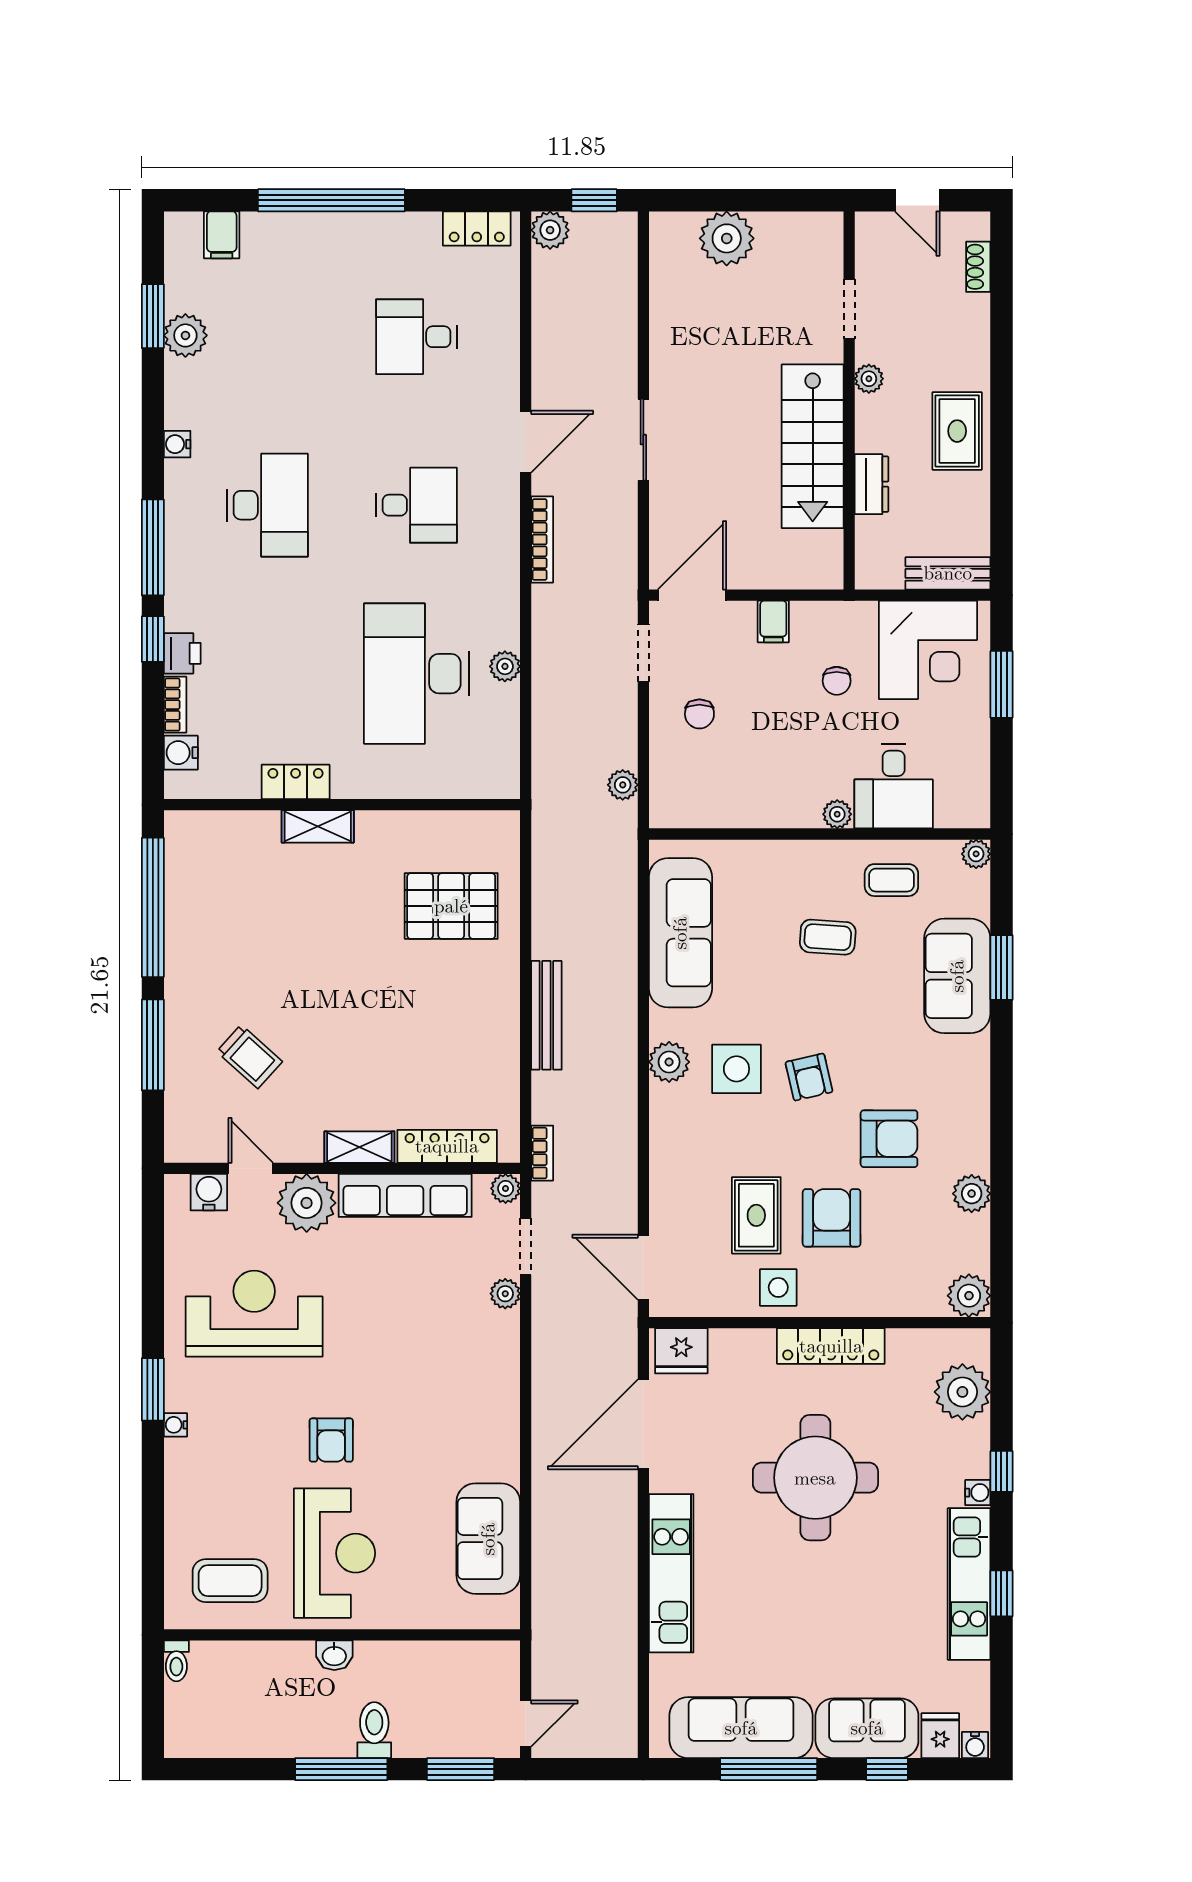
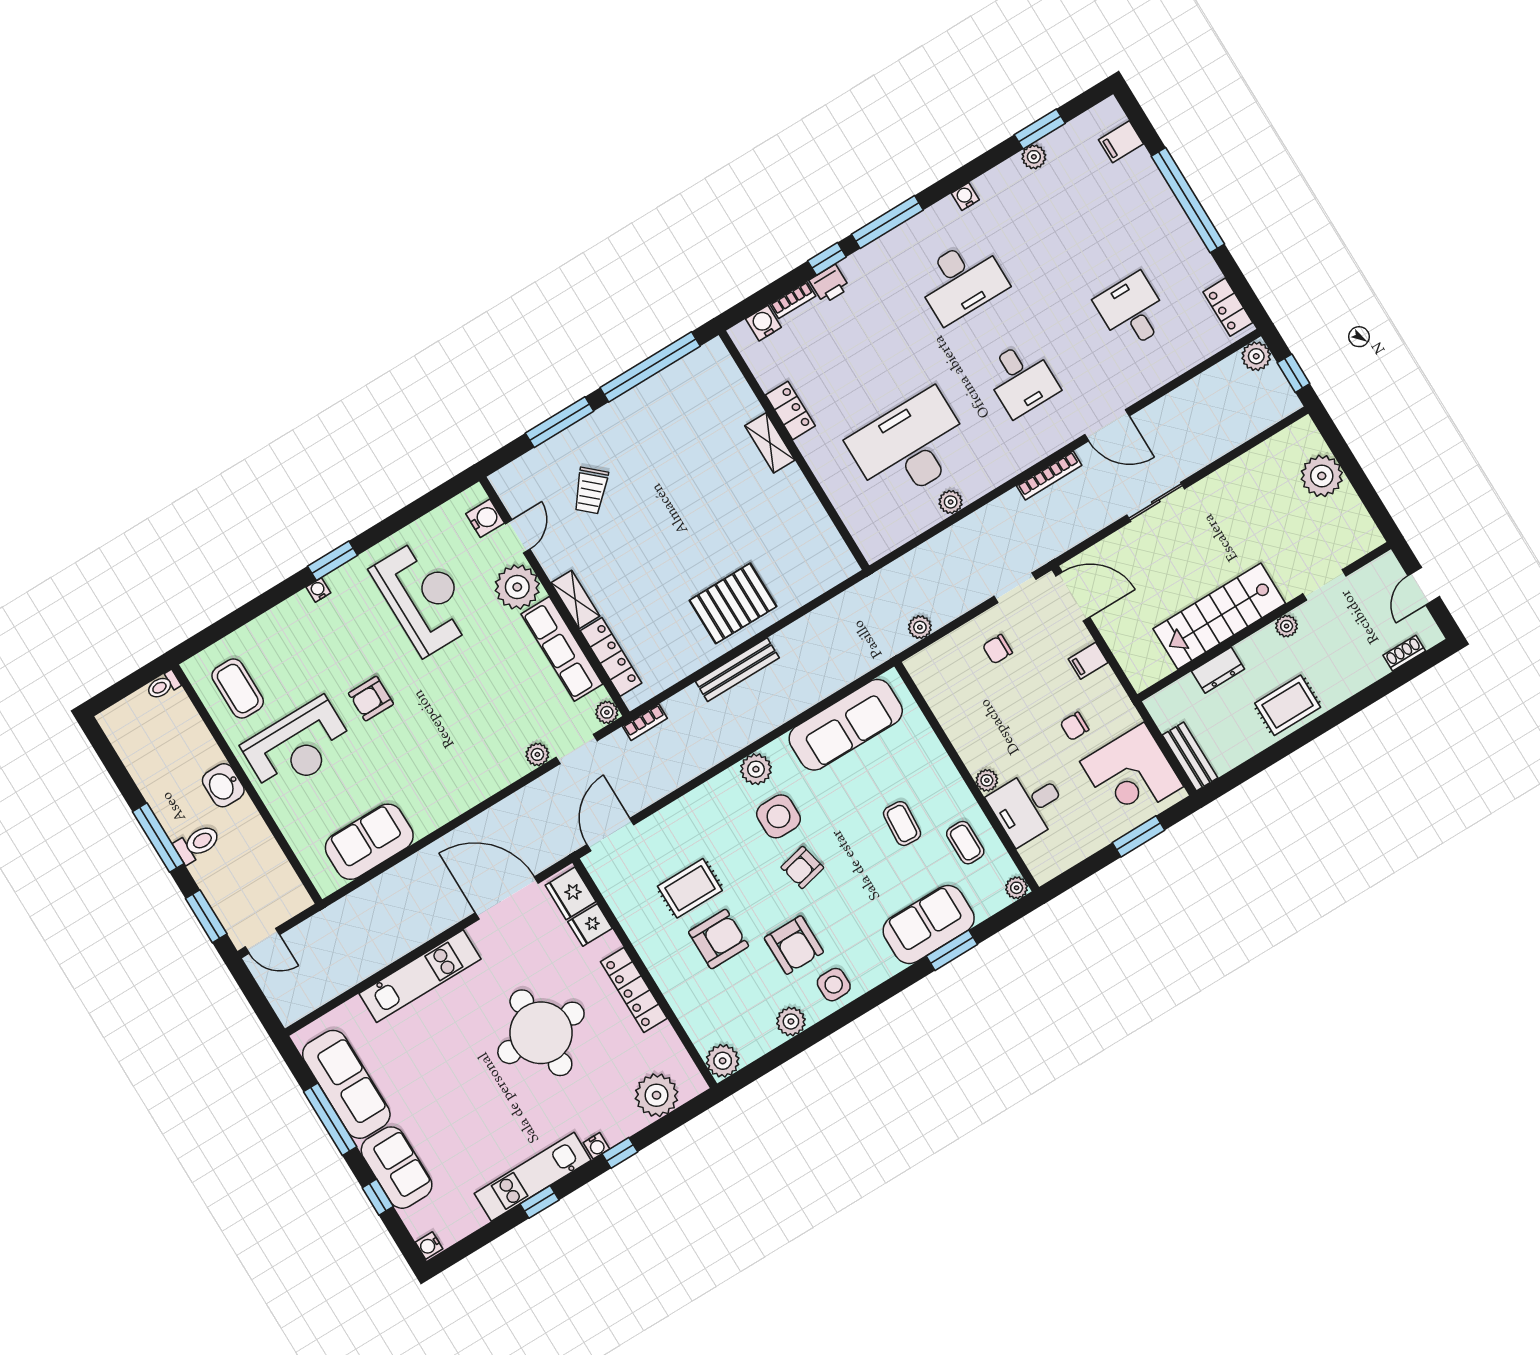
plant: (185, 335) -> (1034, 157), width x0.73, depth x0.73
pallet: (451, 906) -> (733, 603), moved, turned 90
side table: (778, 1287) -> (834, 985), moved
washbasin: (334, 1655) -> (223, 785), width x1.38, depth x1.45
fridge: (940, 1736) -> (590, 925), moved, turned 180

